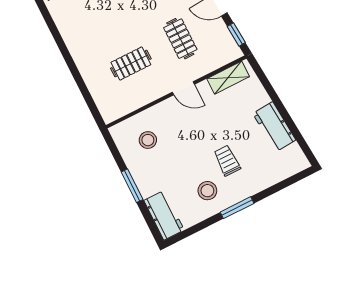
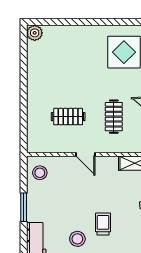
door: (183, 88) -> (85, 154), moved
stool: (148, 140) -> (40, 173), moved

